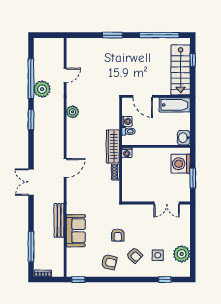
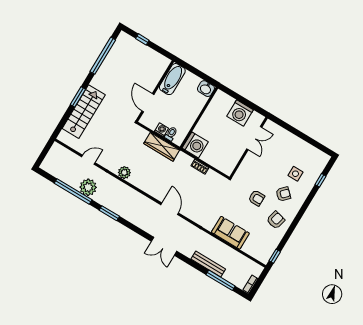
stairs: (181, 70) -> (84, 112), moved, turned -90
door: (65, 75) -> (88, 160), hinge flipped
door: (143, 96) -> (148, 103), swing flipped
wardrobe: (113, 146) -> (162, 147), moved
washing machine: (127, 153) -> (195, 145), width x1.89, depth x1.89
washing machine: (181, 164) -> (240, 113), moved
window: (193, 178) -> (246, 102), removed
bench: (59, 220) -> (208, 264), moved
plant: (182, 254) -> (307, 152), removed

